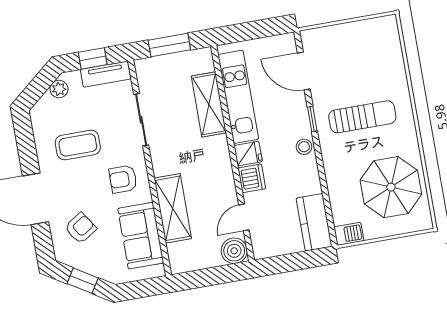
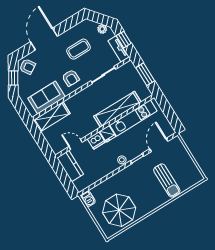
shelving: (209, 104) -> (117, 109), width x1.47
sun lounger: (362, 117) -> (167, 180), moved
coffee table: (78, 145) -> (79, 49), turned 90
armchair: (123, 179) -> (71, 78), turned 180
shelving: (173, 208) -> (52, 117), moved
kitchen counter: (314, 222) -> (70, 166), moved, turned 90
armchair: (81, 228) -> (27, 67), moved
boiler: (234, 251) -> (57, 146), removed

